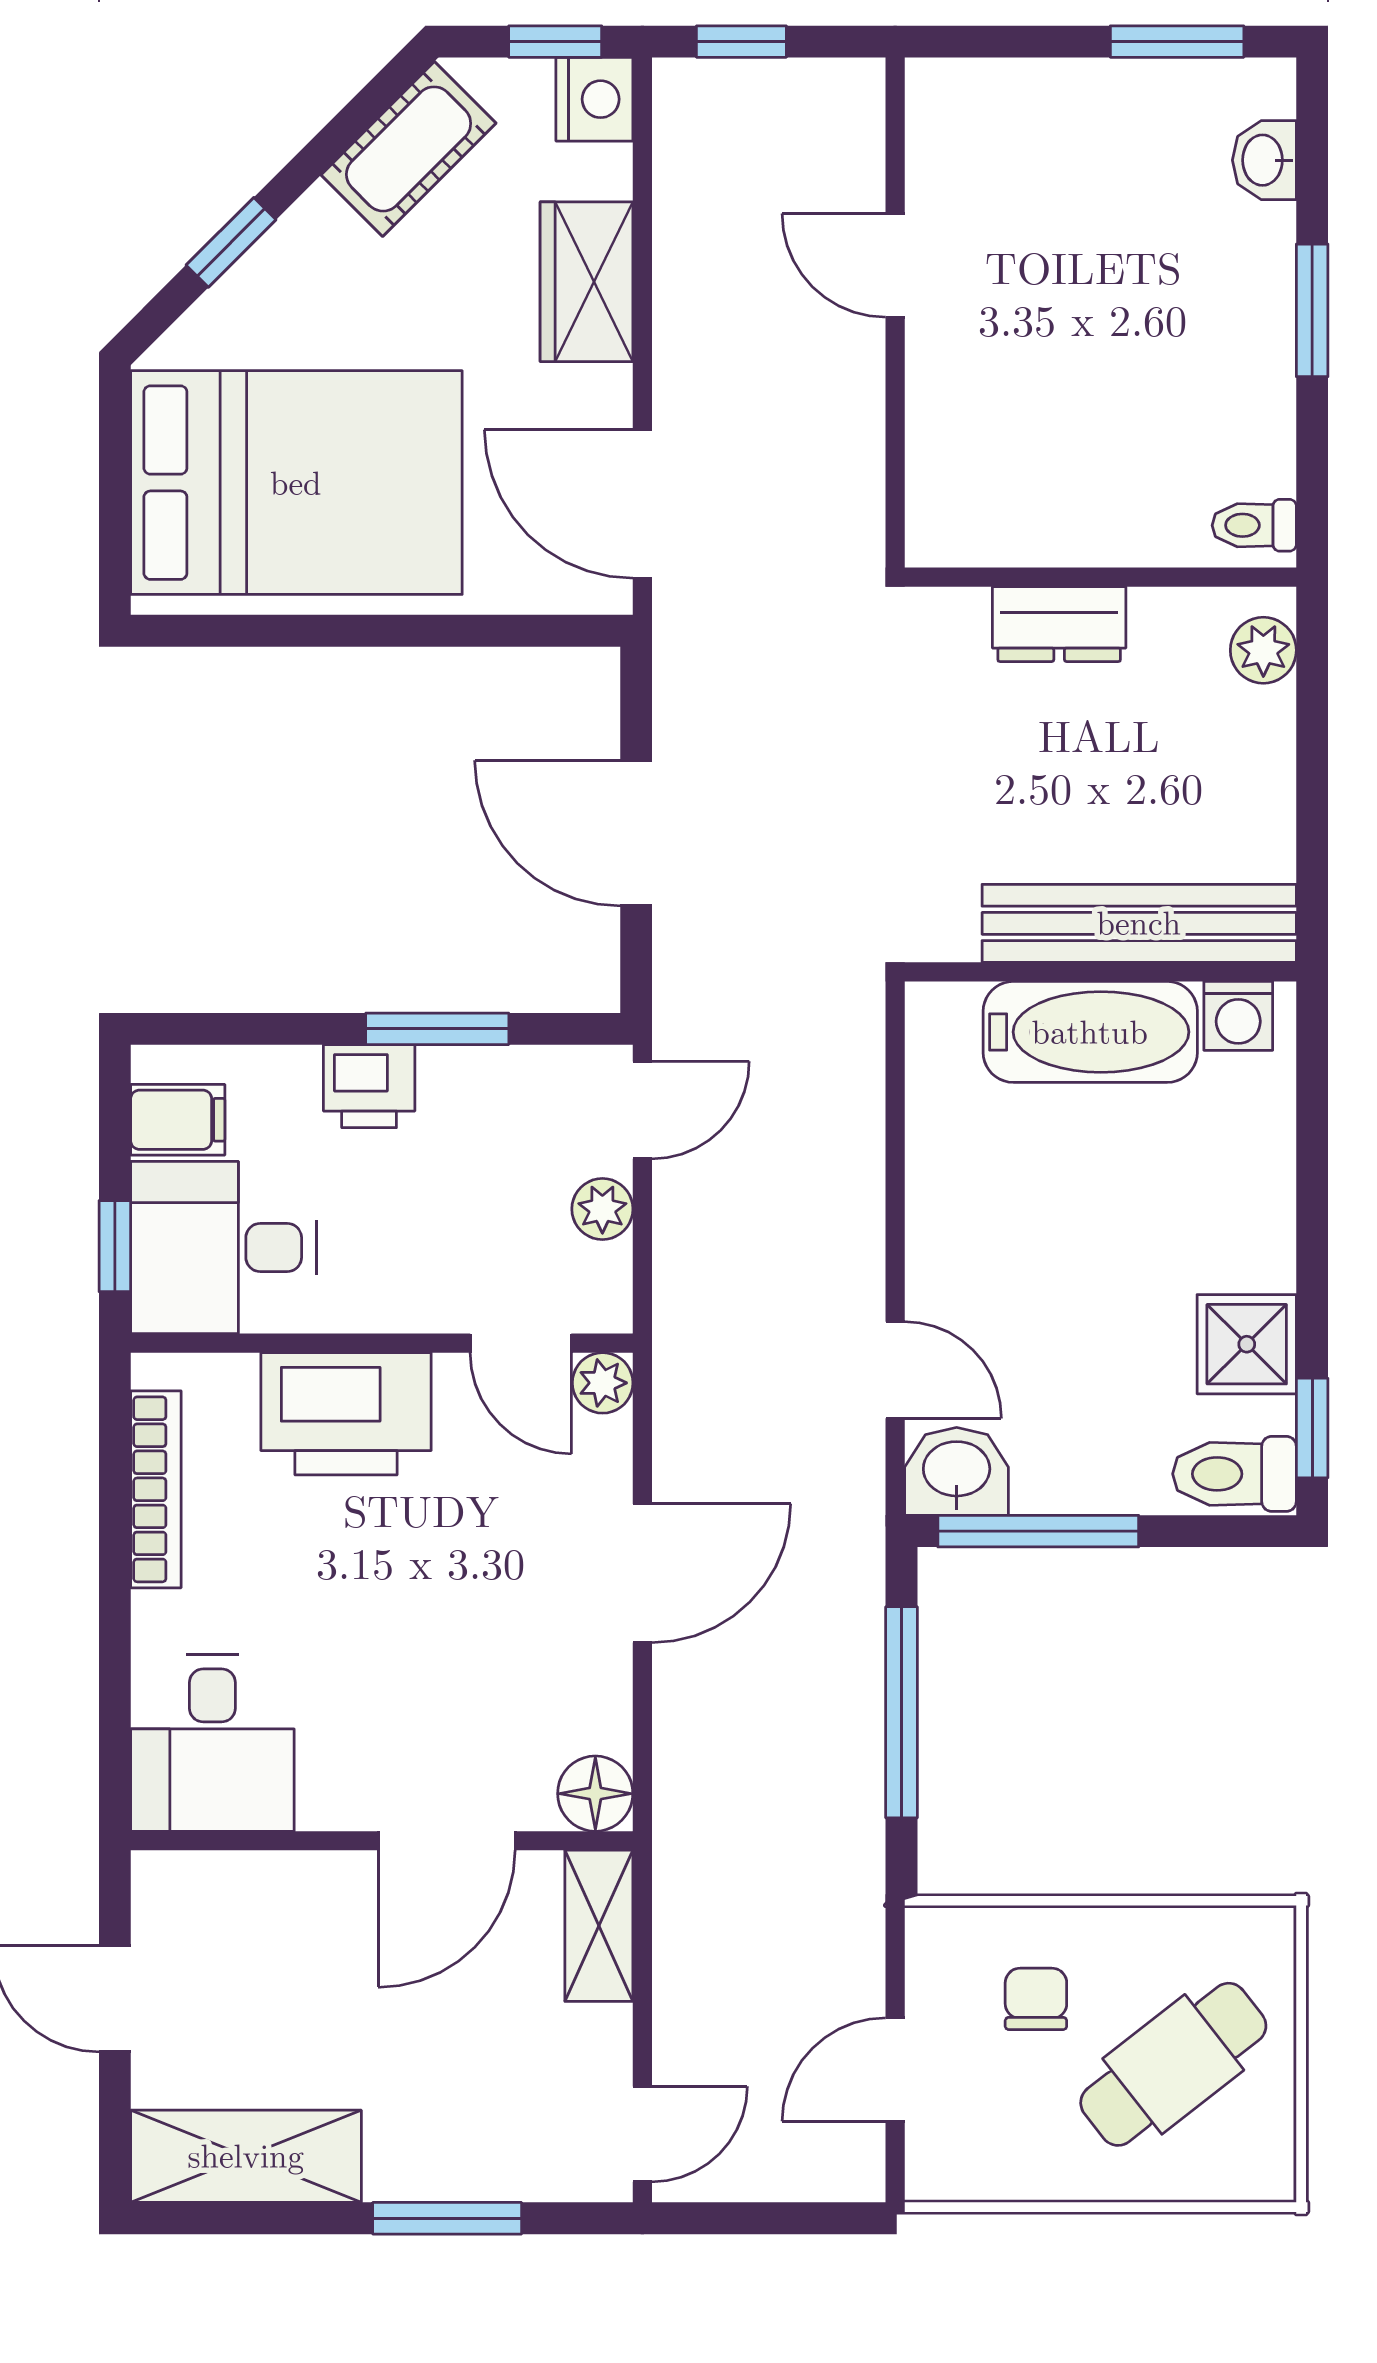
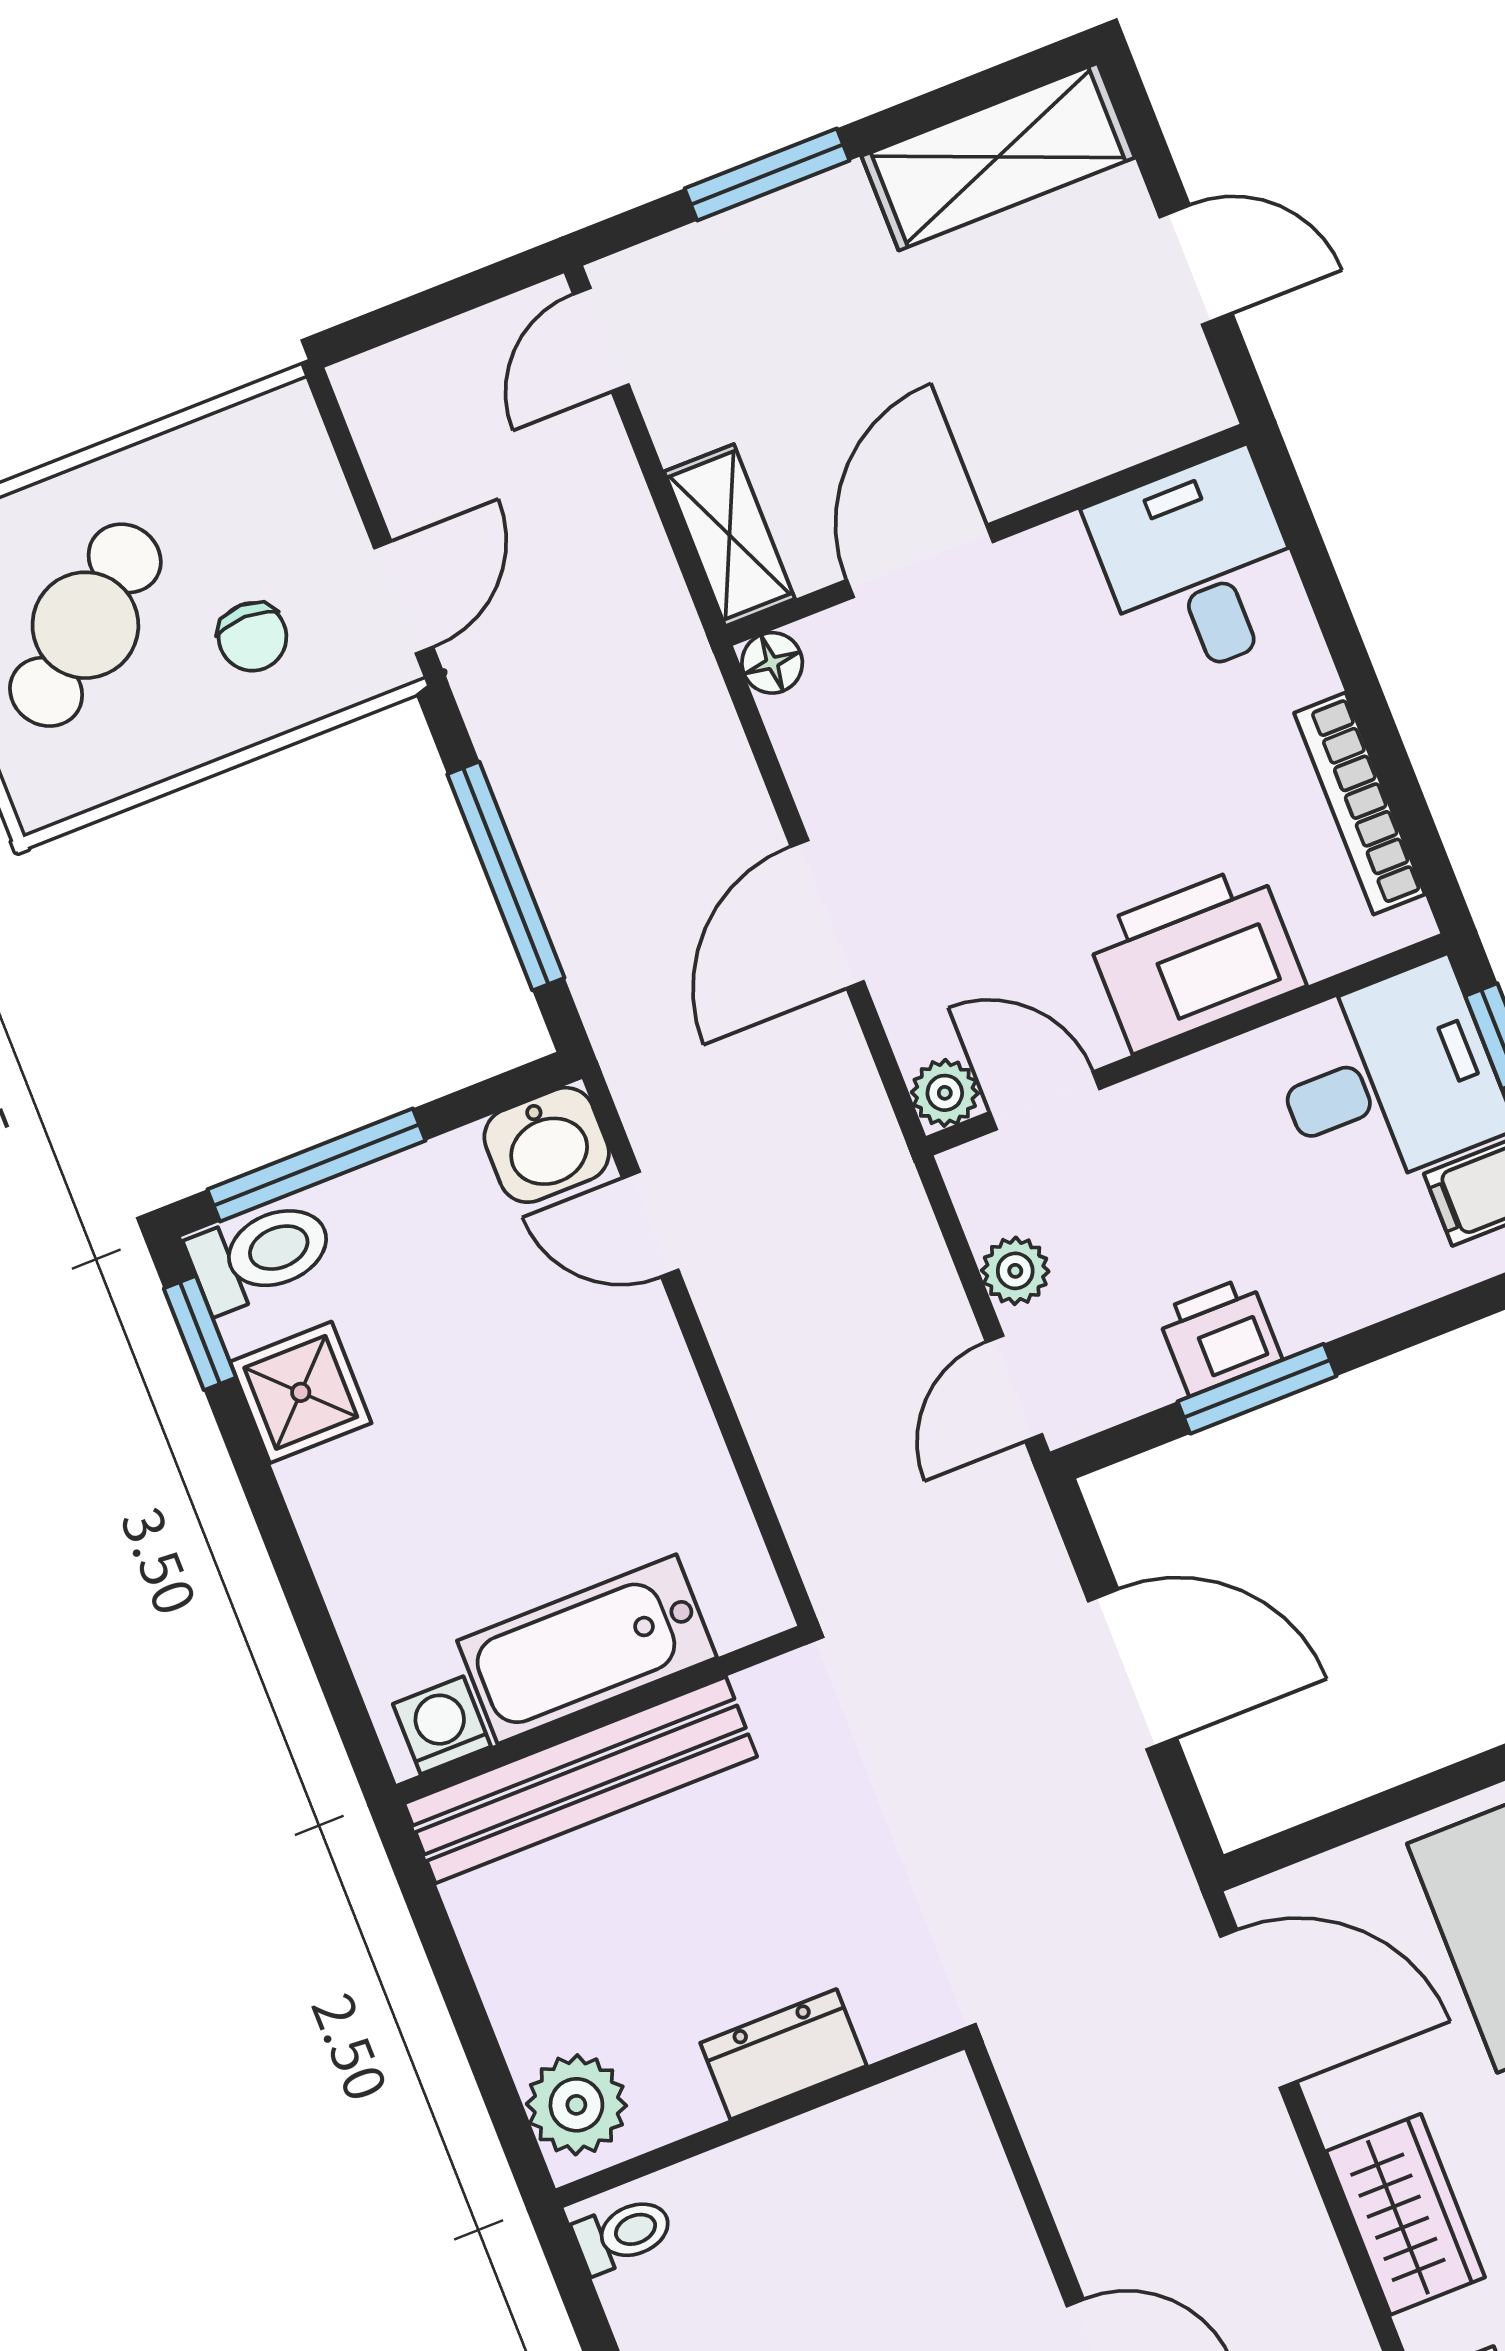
plant: (1263, 650) -> (576, 2105), width x1.38, depth x1.38
printer: (369, 1086) -> (1219, 1336), moved
window: (1038, 1531) -> (316, 1165), moved
floor lamp: (595, 1794) -> (772, 663), width x0.73, depth x0.73
door: (895, 2069) -> (404, 598), moved

